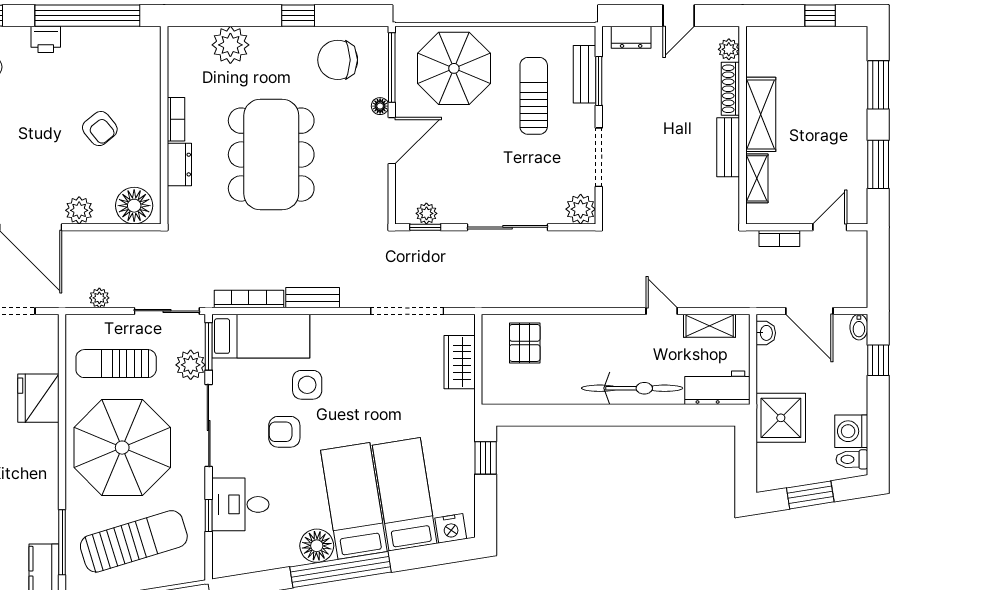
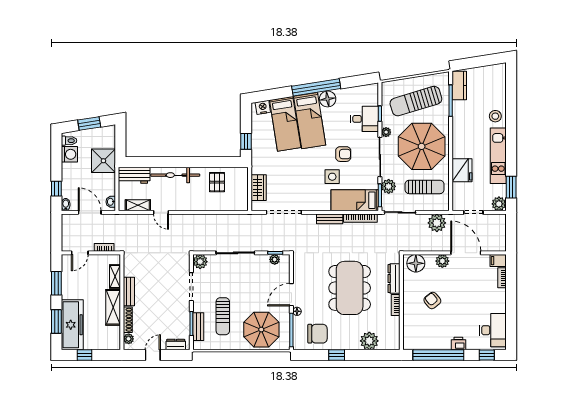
freezer: (845, 78) -> (72, 325), added
dresser: (179, 165) -> (394, 279), width x1.44
plant: (99, 298) -> (437, 223), width x1.88, depth x1.88
pallet: (525, 343) -> (217, 182), moved
plant: (196, 477) -> (386, 132), added

